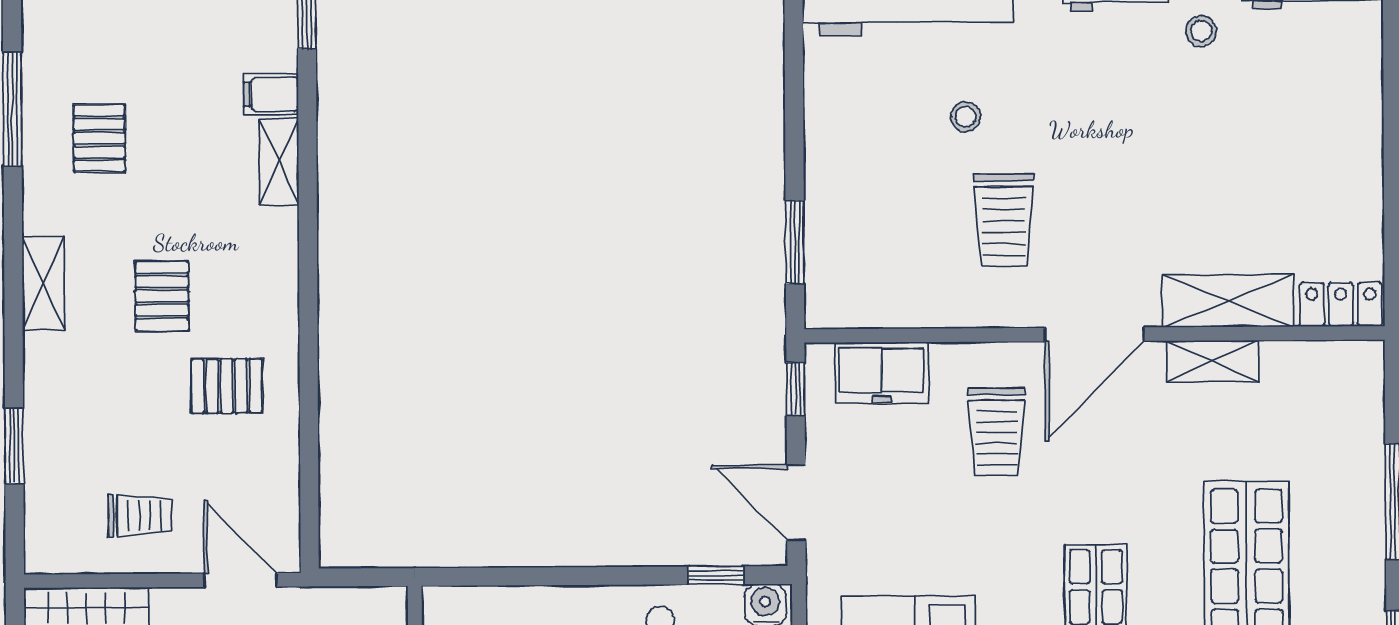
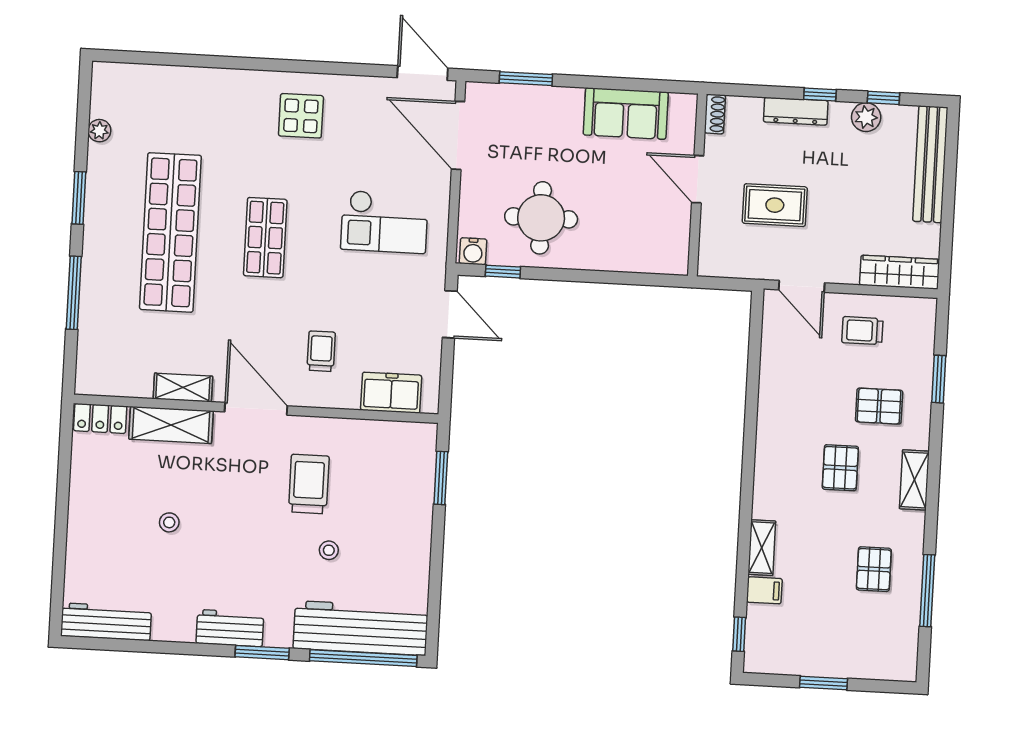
stool: (1201, 31) -> (169, 522), moved
door: (1094, 334) -> (256, 409), hinge flipped
pallet: (227, 386) -> (879, 406), moved
window: (796, 389) -> (446, 386), removed
trolley: (997, 432) -> (321, 351), width x0.73, depth x0.72

